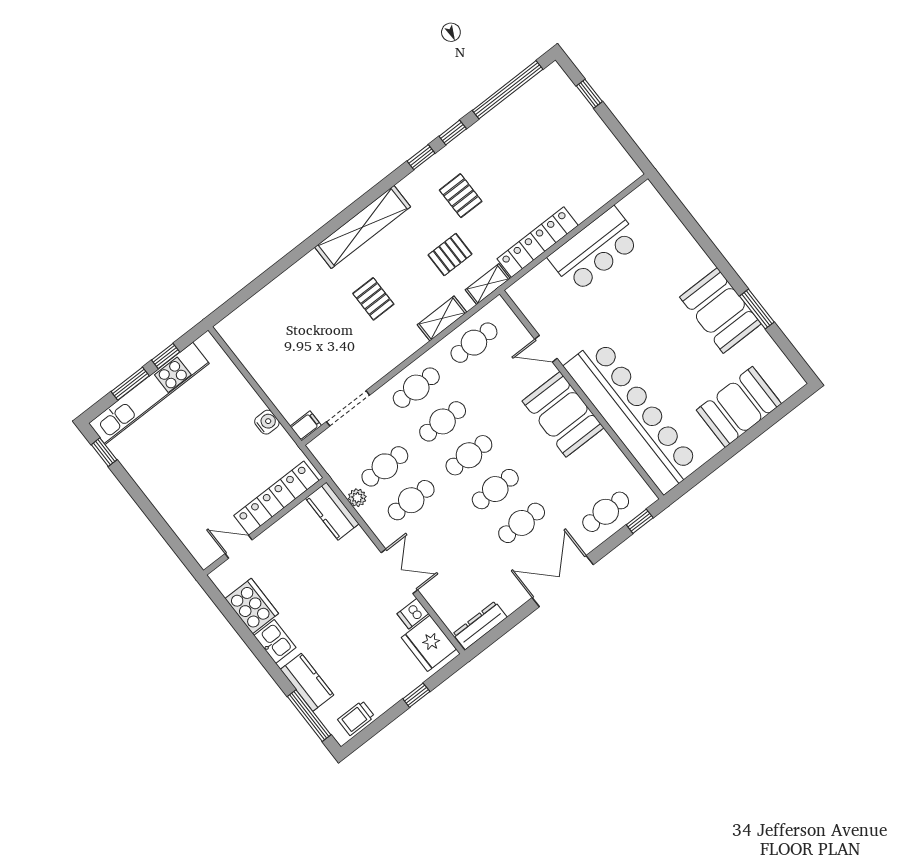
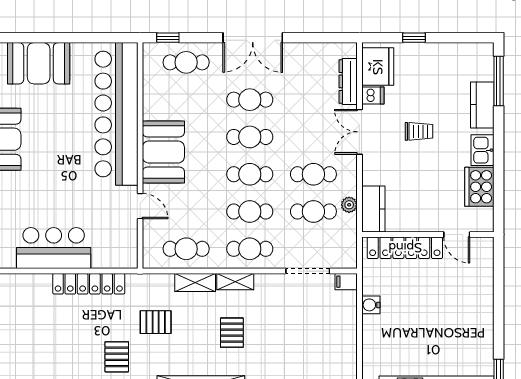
shelving: (488, 284) -> (235, 282), moved
dresser: (480, 625) -> (348, 81), moved, turned 90
trolley: (356, 718) -> (419, 131), moved

